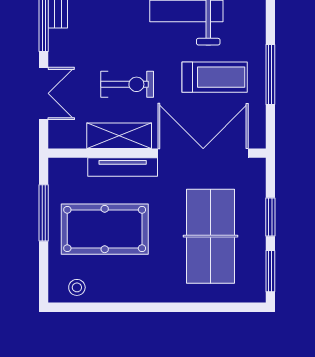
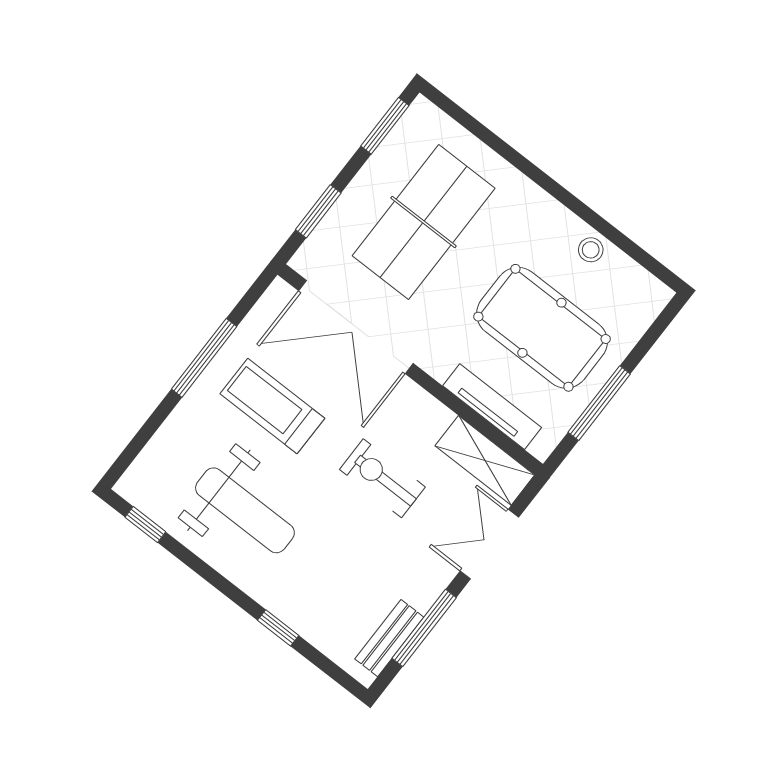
shelving: (119, 136) -> (485, 460), moved
tv unit: (123, 167) -> (492, 407), moved
window: (270, 217) -> (318, 211), moved
stool: (77, 287) -> (591, 250), moved

